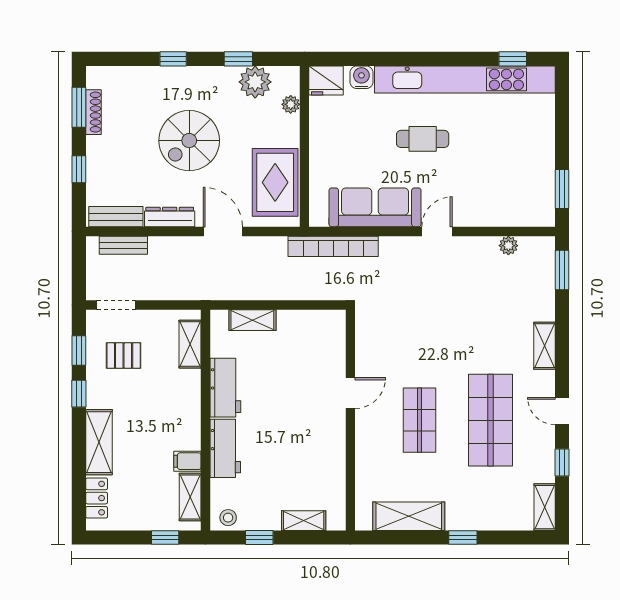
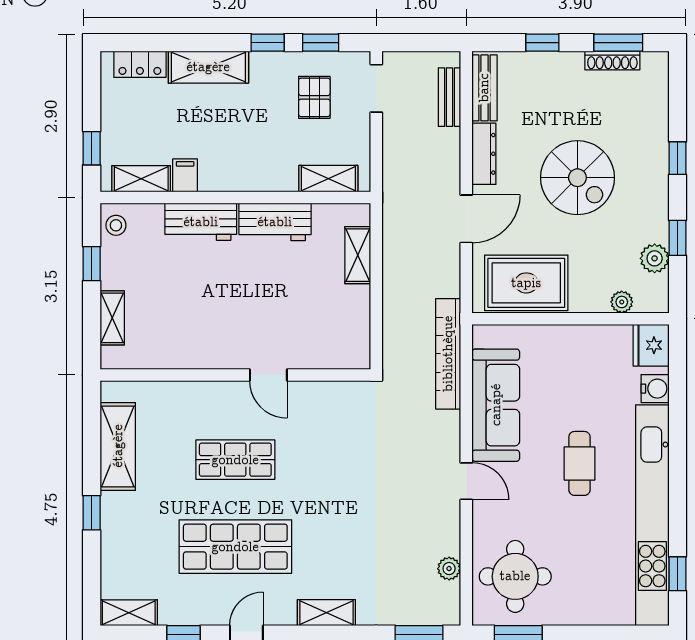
plant: (255, 82) -> (655, 258), width x0.73, depth x0.73
spiral stairs: (189, 141) -> (577, 178), turned 180
round table: (515, 191) -> (515, 576), added

